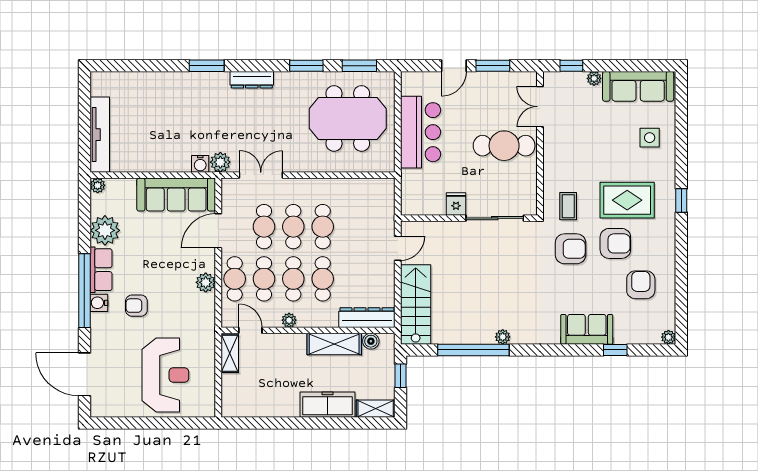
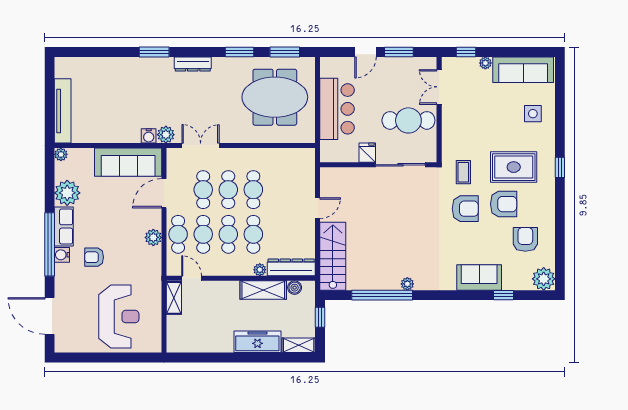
fridge: (456, 204) -> (367, 153), moved
wall: (469, 218) -> (378, 165), moved
sliding door: (495, 218) -> (400, 165), moved
plant: (289, 320) -> (260, 270), moved
plant: (668, 337) -> (544, 279), width x1.88, depth x1.88

